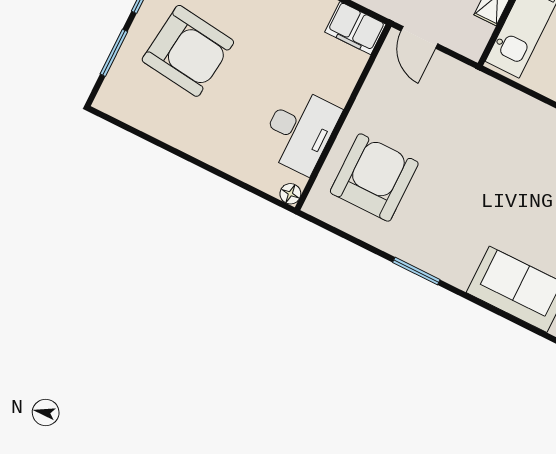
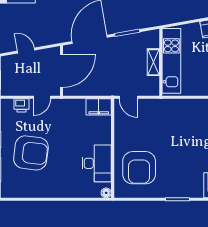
armchair: (374, 178) -> (139, 168), turned 180

